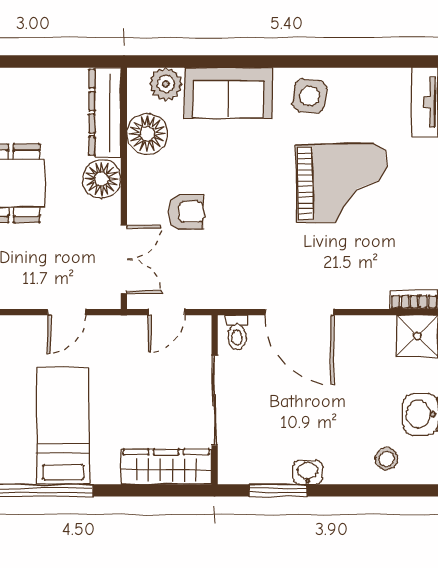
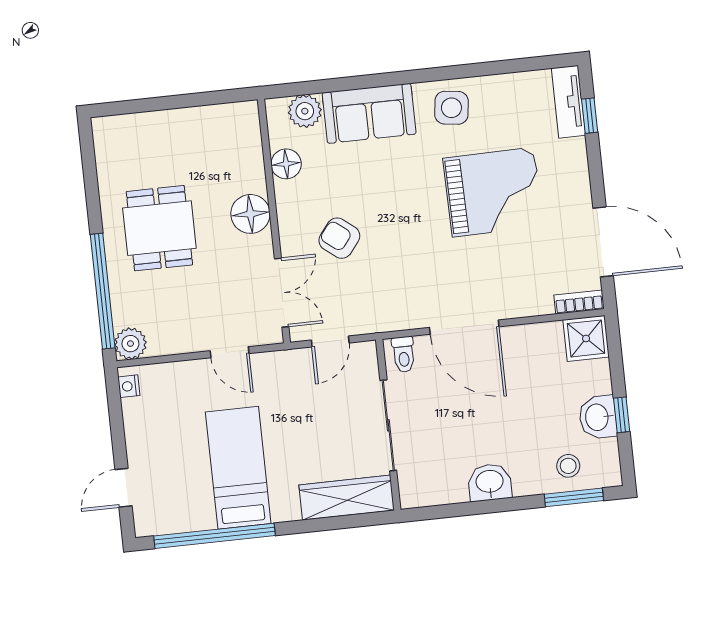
dresser: (105, 112) -> (247, 146), removed
floor lamp: (147, 134) -> (286, 164), width x0.73, depth x0.73
armchair: (186, 212) -> (339, 238), turned -142
door: (67, 312) -> (230, 352), hinge flipped
washbasin: (308, 472) -> (490, 482), width x1.38, depth x1.45
window: (278, 490) -> (574, 497), moved

